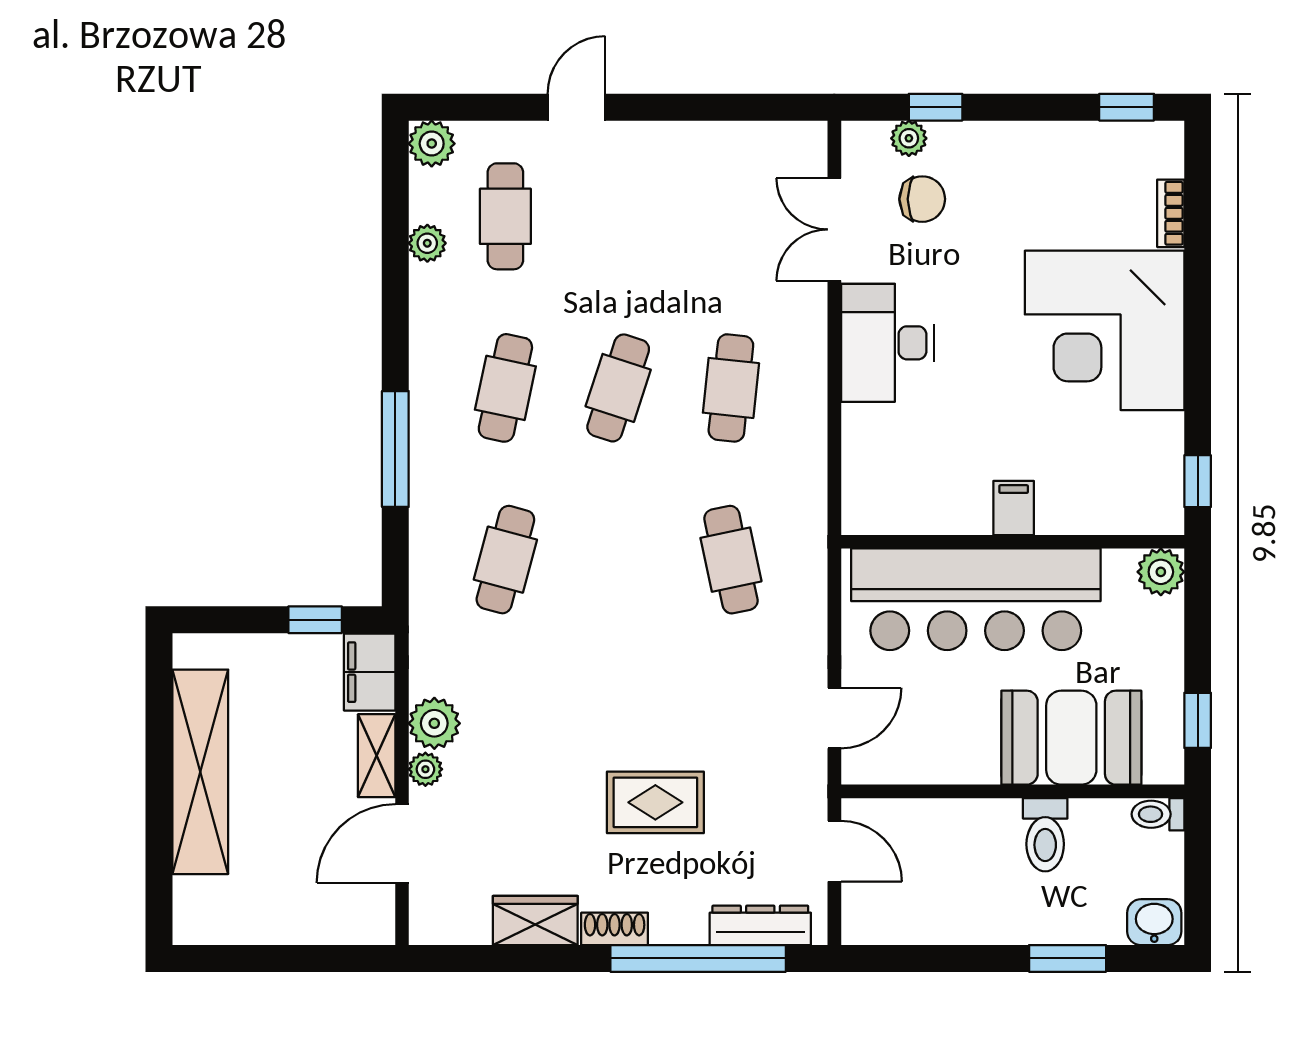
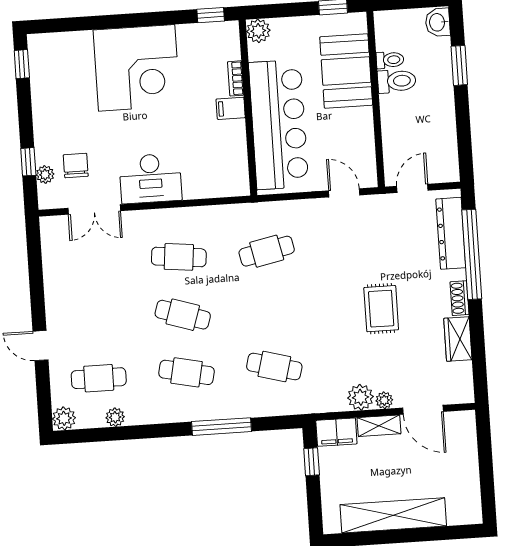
bookcase: (1171, 213) -> (236, 78), moved, turned 90
rug: (655, 802) -> (381, 309), moved
toilet: (1158, 814) -> (390, 60), moved, turned -90
dresser: (760, 925) -> (451, 233), width x1.37, depth x1.24

